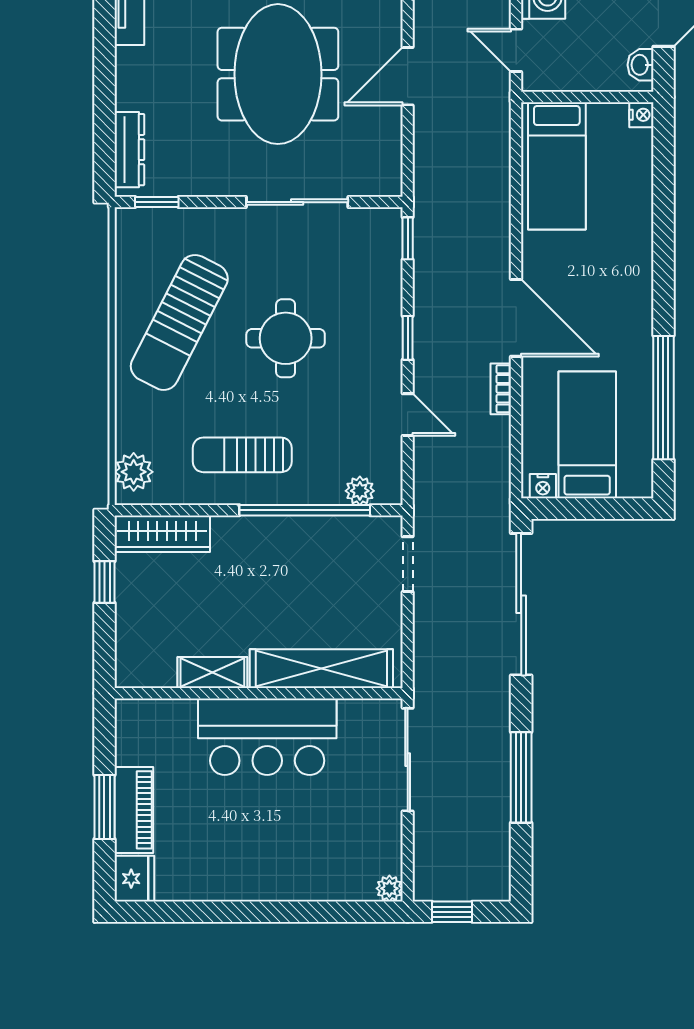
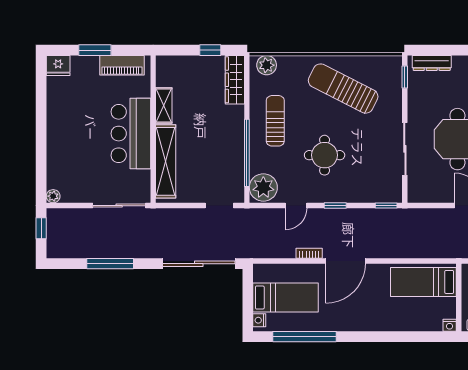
round table: (286, 338) -> (325, 155), moved
nightstand: (543, 486) -> (259, 320), moved
plant: (360, 491) -> (263, 187), width x1.88, depth x1.88
piano: (134, 810) -> (122, 65), moved

